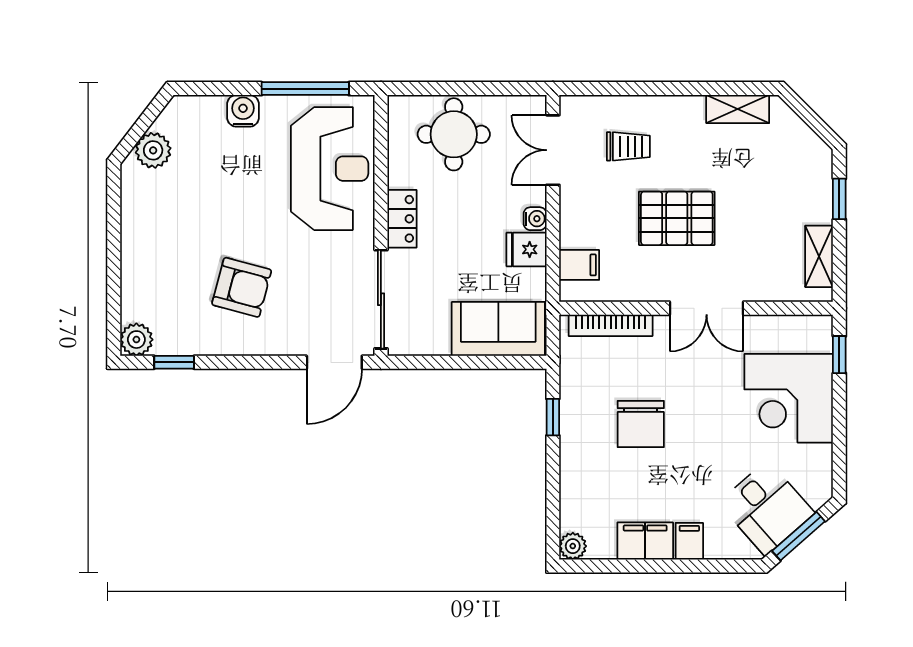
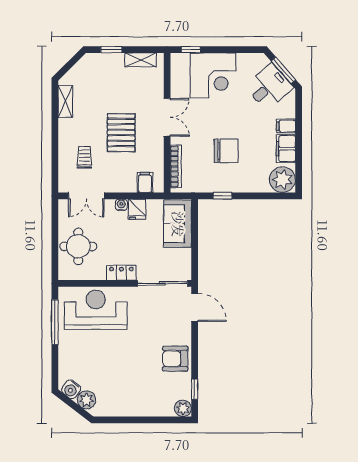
water cooler: (243, 111) -> (71, 389), moved, turned -52
armchair: (242, 287) -> (175, 359), moved, turned -105
plant: (573, 546) -> (282, 180), width x1.88, depth x1.88

